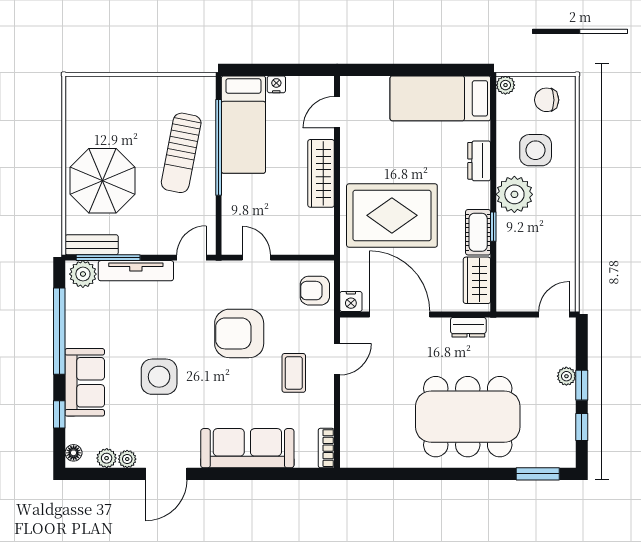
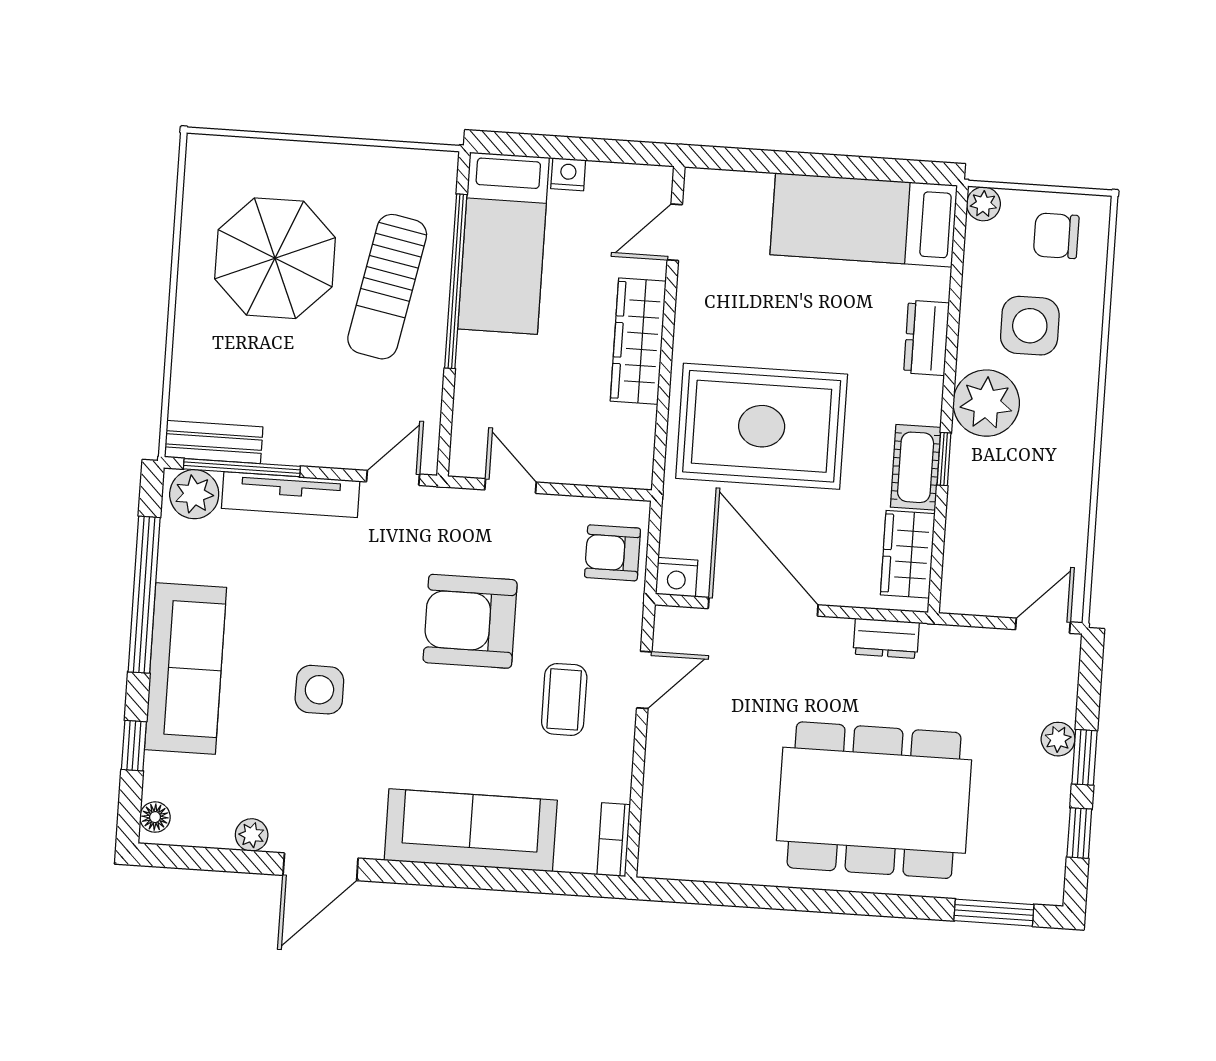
parasol: (102, 181) -> (275, 258), moved
side table: (159, 377) -> (319, 690), width x0.73, depth x0.73
sofa: (85, 382) -> (186, 669), width x1.36
plant: (107, 458) -> (214, 831), removed

